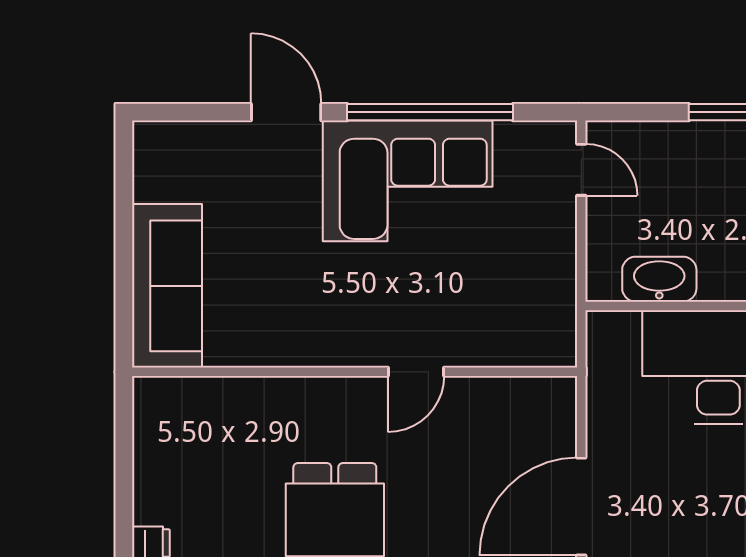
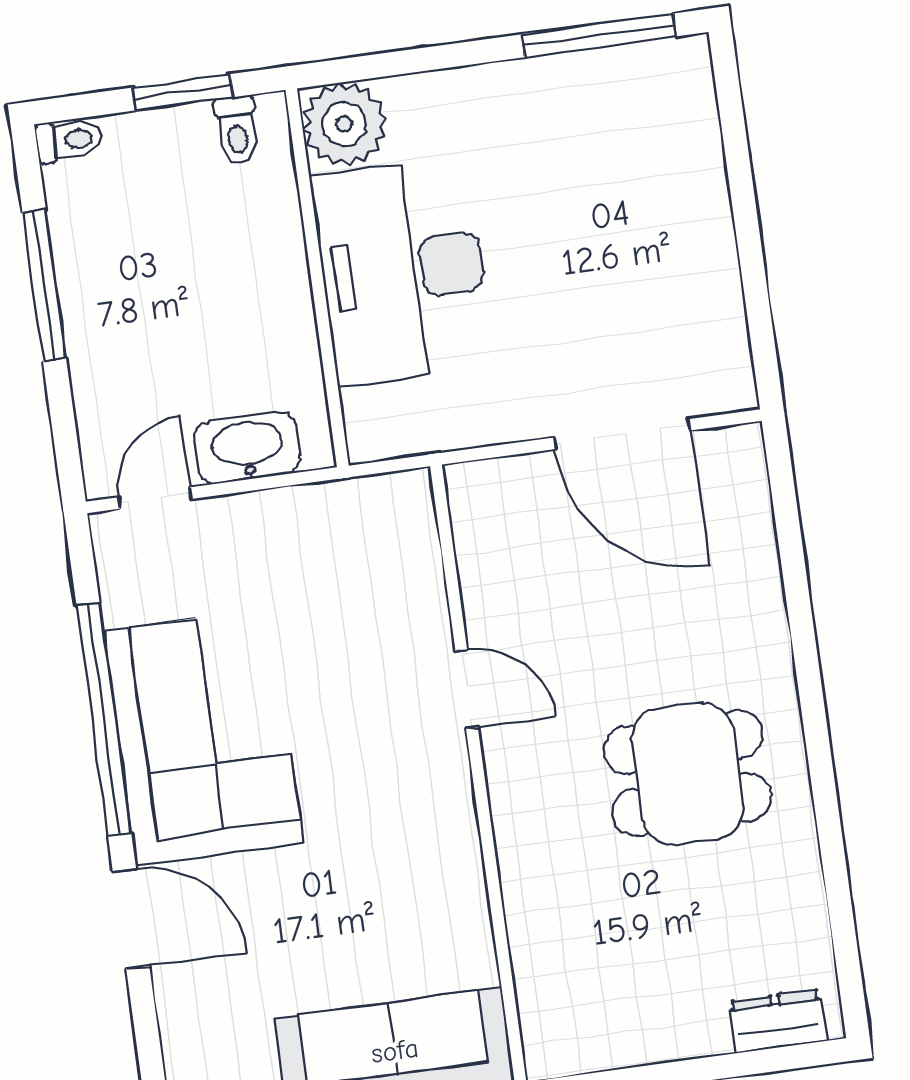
door: (286, 112) -> (131, 919), swing flipped
washbasin: (659, 279) -> (247, 448), moved, turned 90

